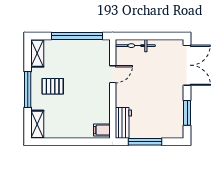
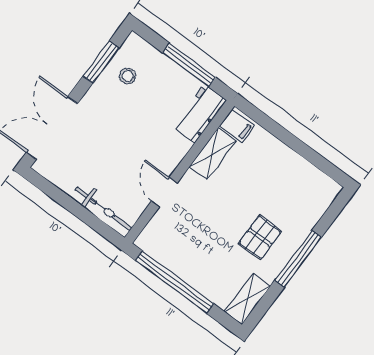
door: (113, 74) -> (164, 192), hinge flipped
pallet: (53, 86) -> (260, 237), turned 90
stool: (170, 115) -> (128, 76), added
shelving: (37, 124) -> (213, 154), moved

